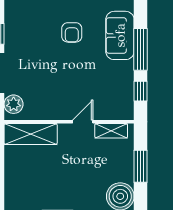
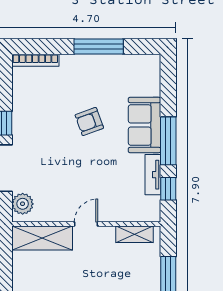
armchair: (72, 32) -> (89, 122), turned 70
tv unit: (127, 79) -> (153, 175), added
door: (83, 122) -> (86, 224), moved

